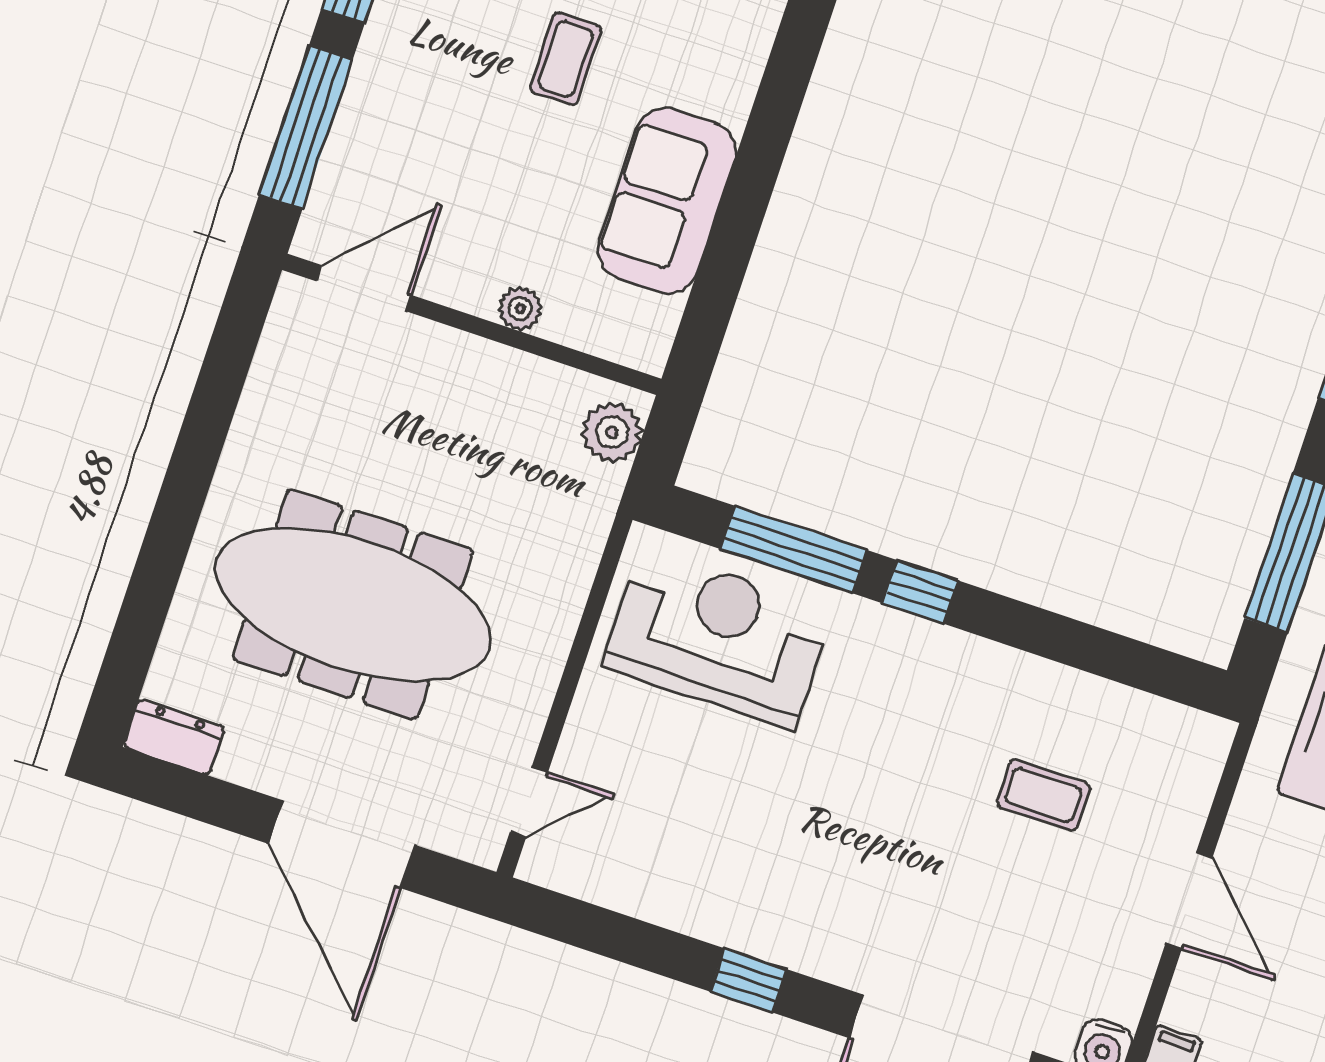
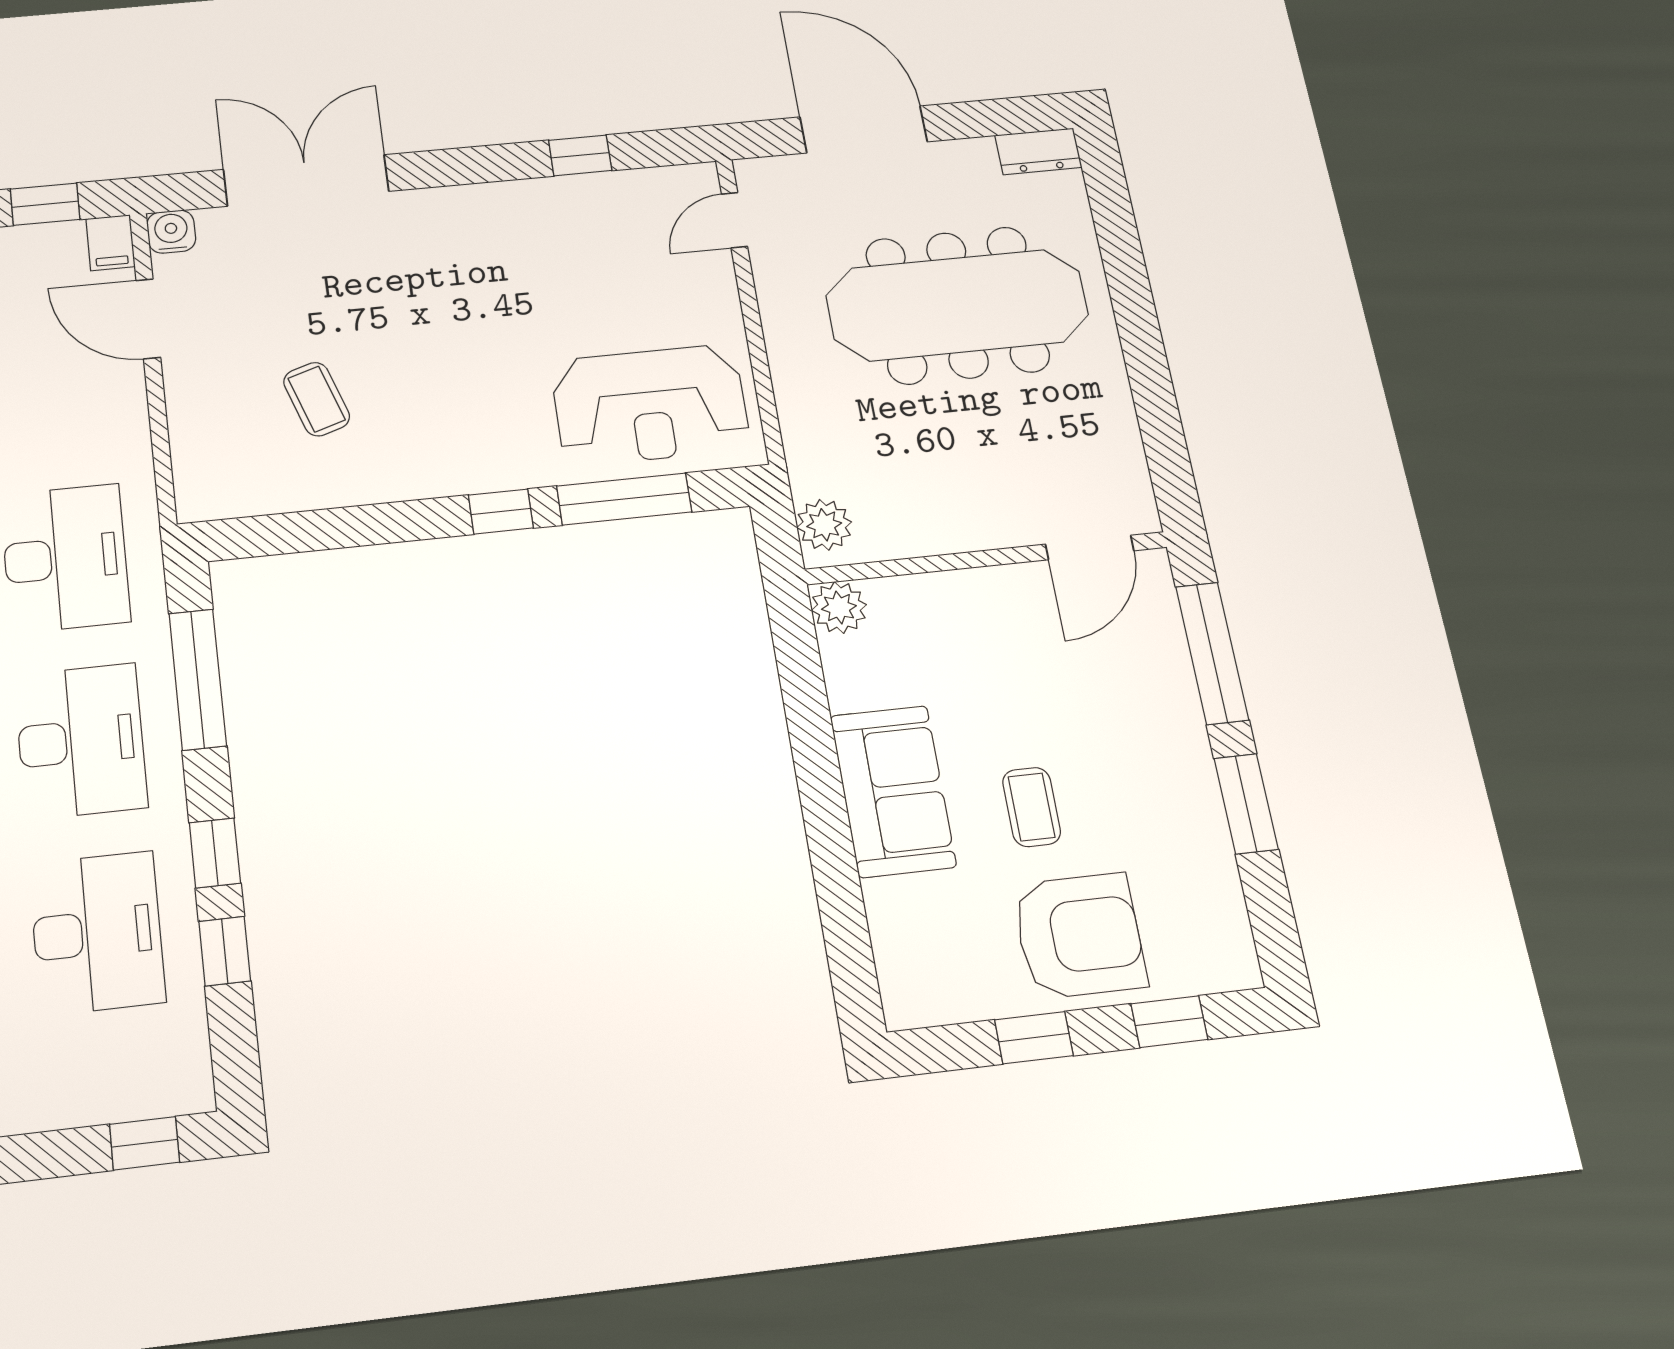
sofa: (667, 201) -> (893, 791), moved
plant: (520, 309) -> (839, 608), moved, width x1.38, depth x1.38
coffee table: (1043, 795) -> (317, 399), turned 72
door: (1189, 901) -> (148, 319), moved
window: (748, 980) -> (580, 155), moved

